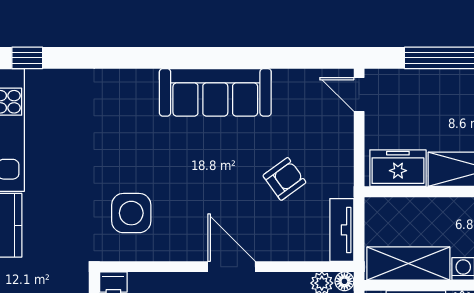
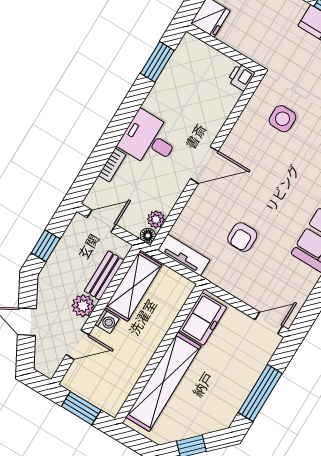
armchair: (284, 179) -> (242, 237), turned 36
side table: (131, 213) -> (282, 119), width x0.73, depth x0.73

